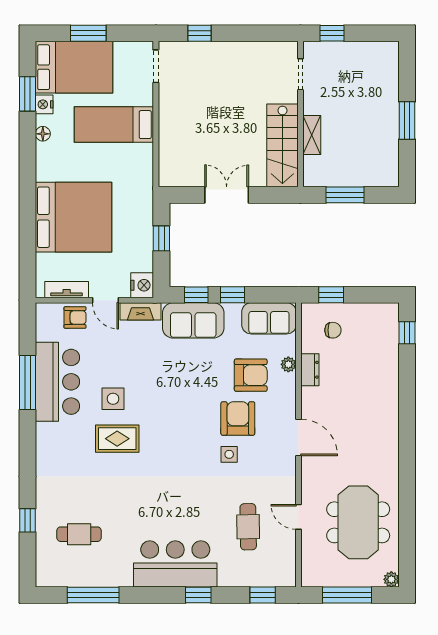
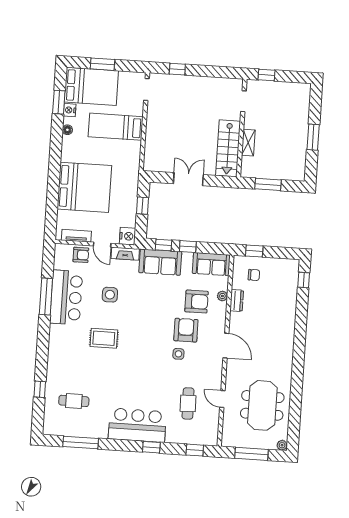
side table: (113, 399) -> (110, 295), moved

